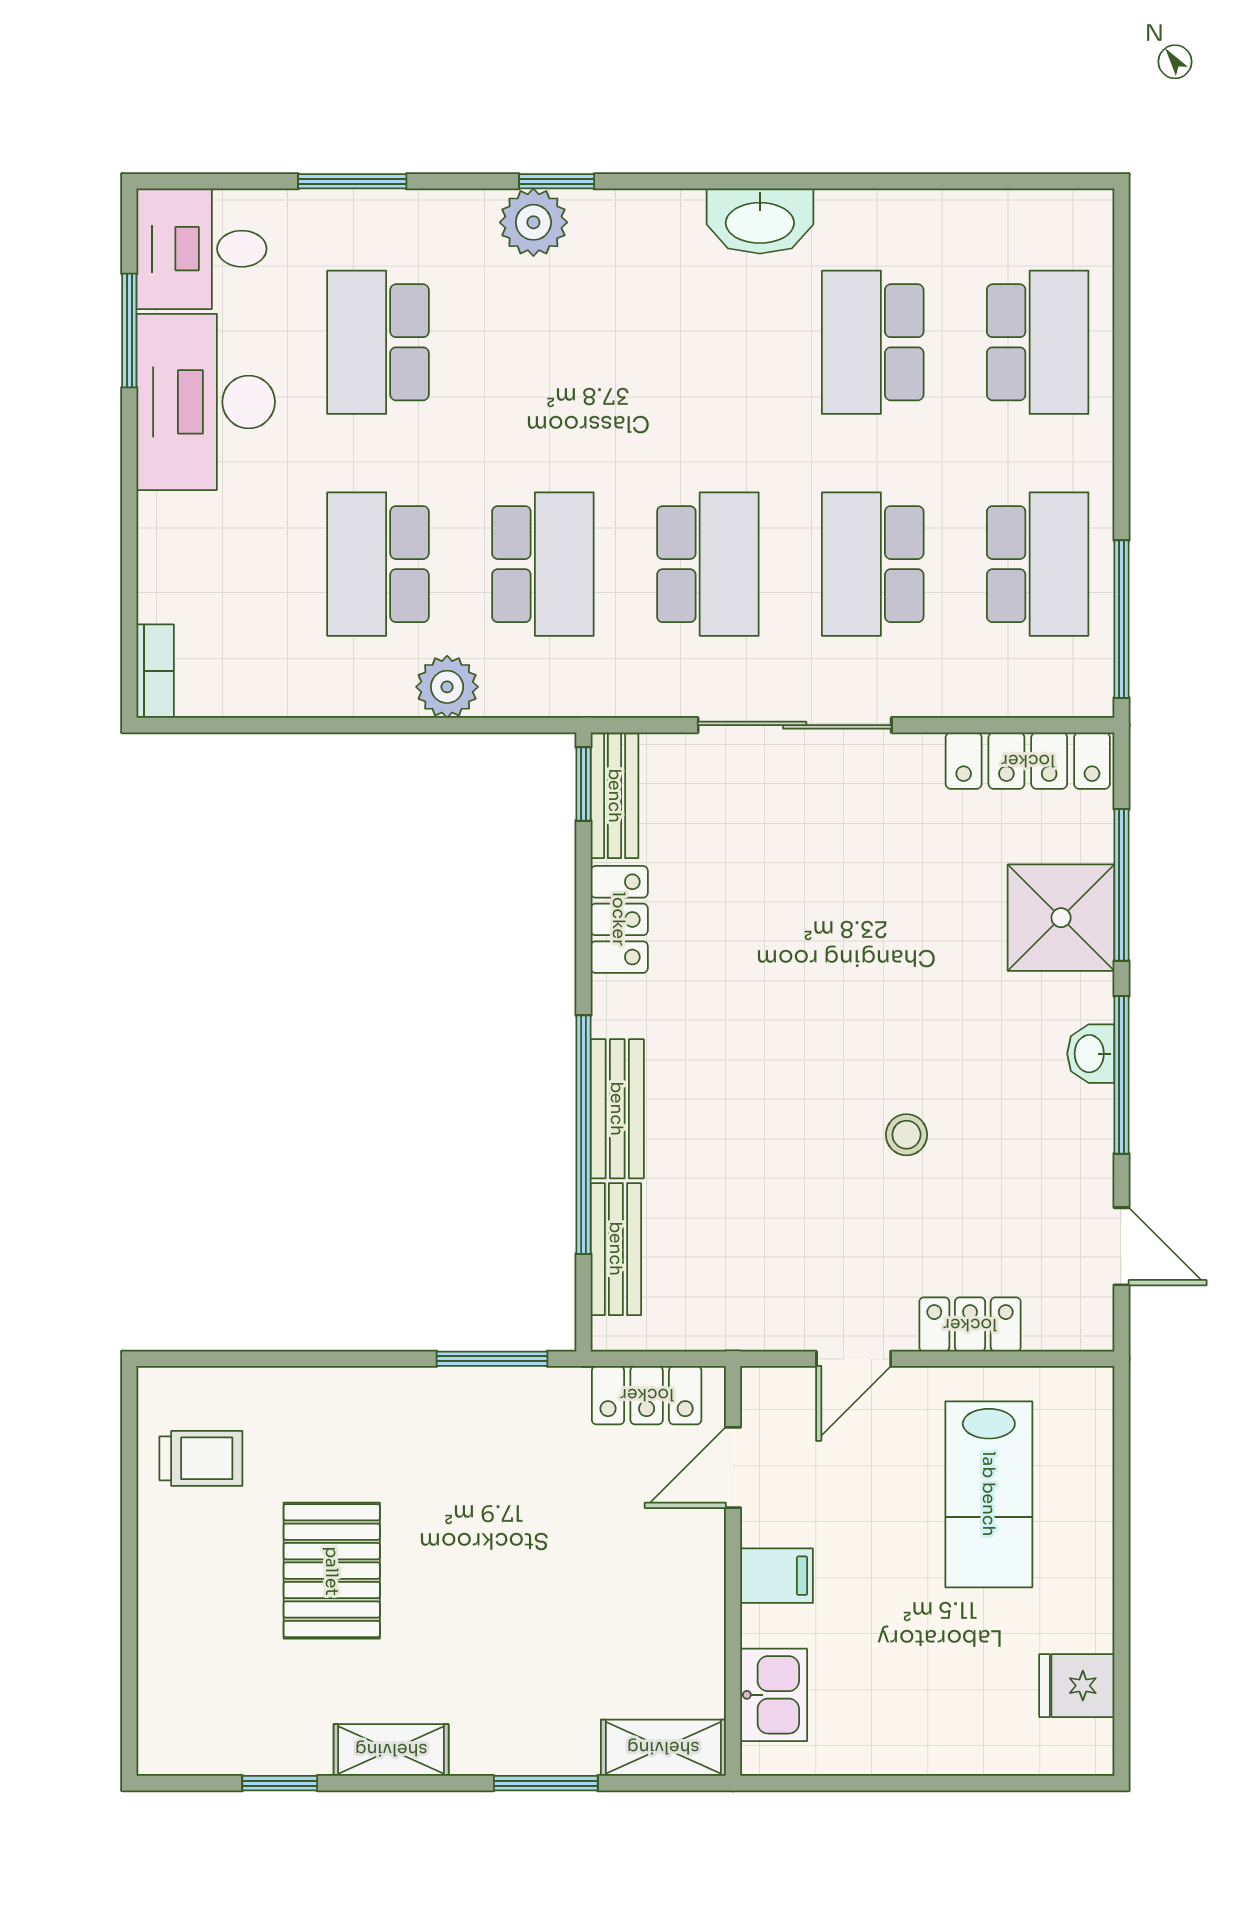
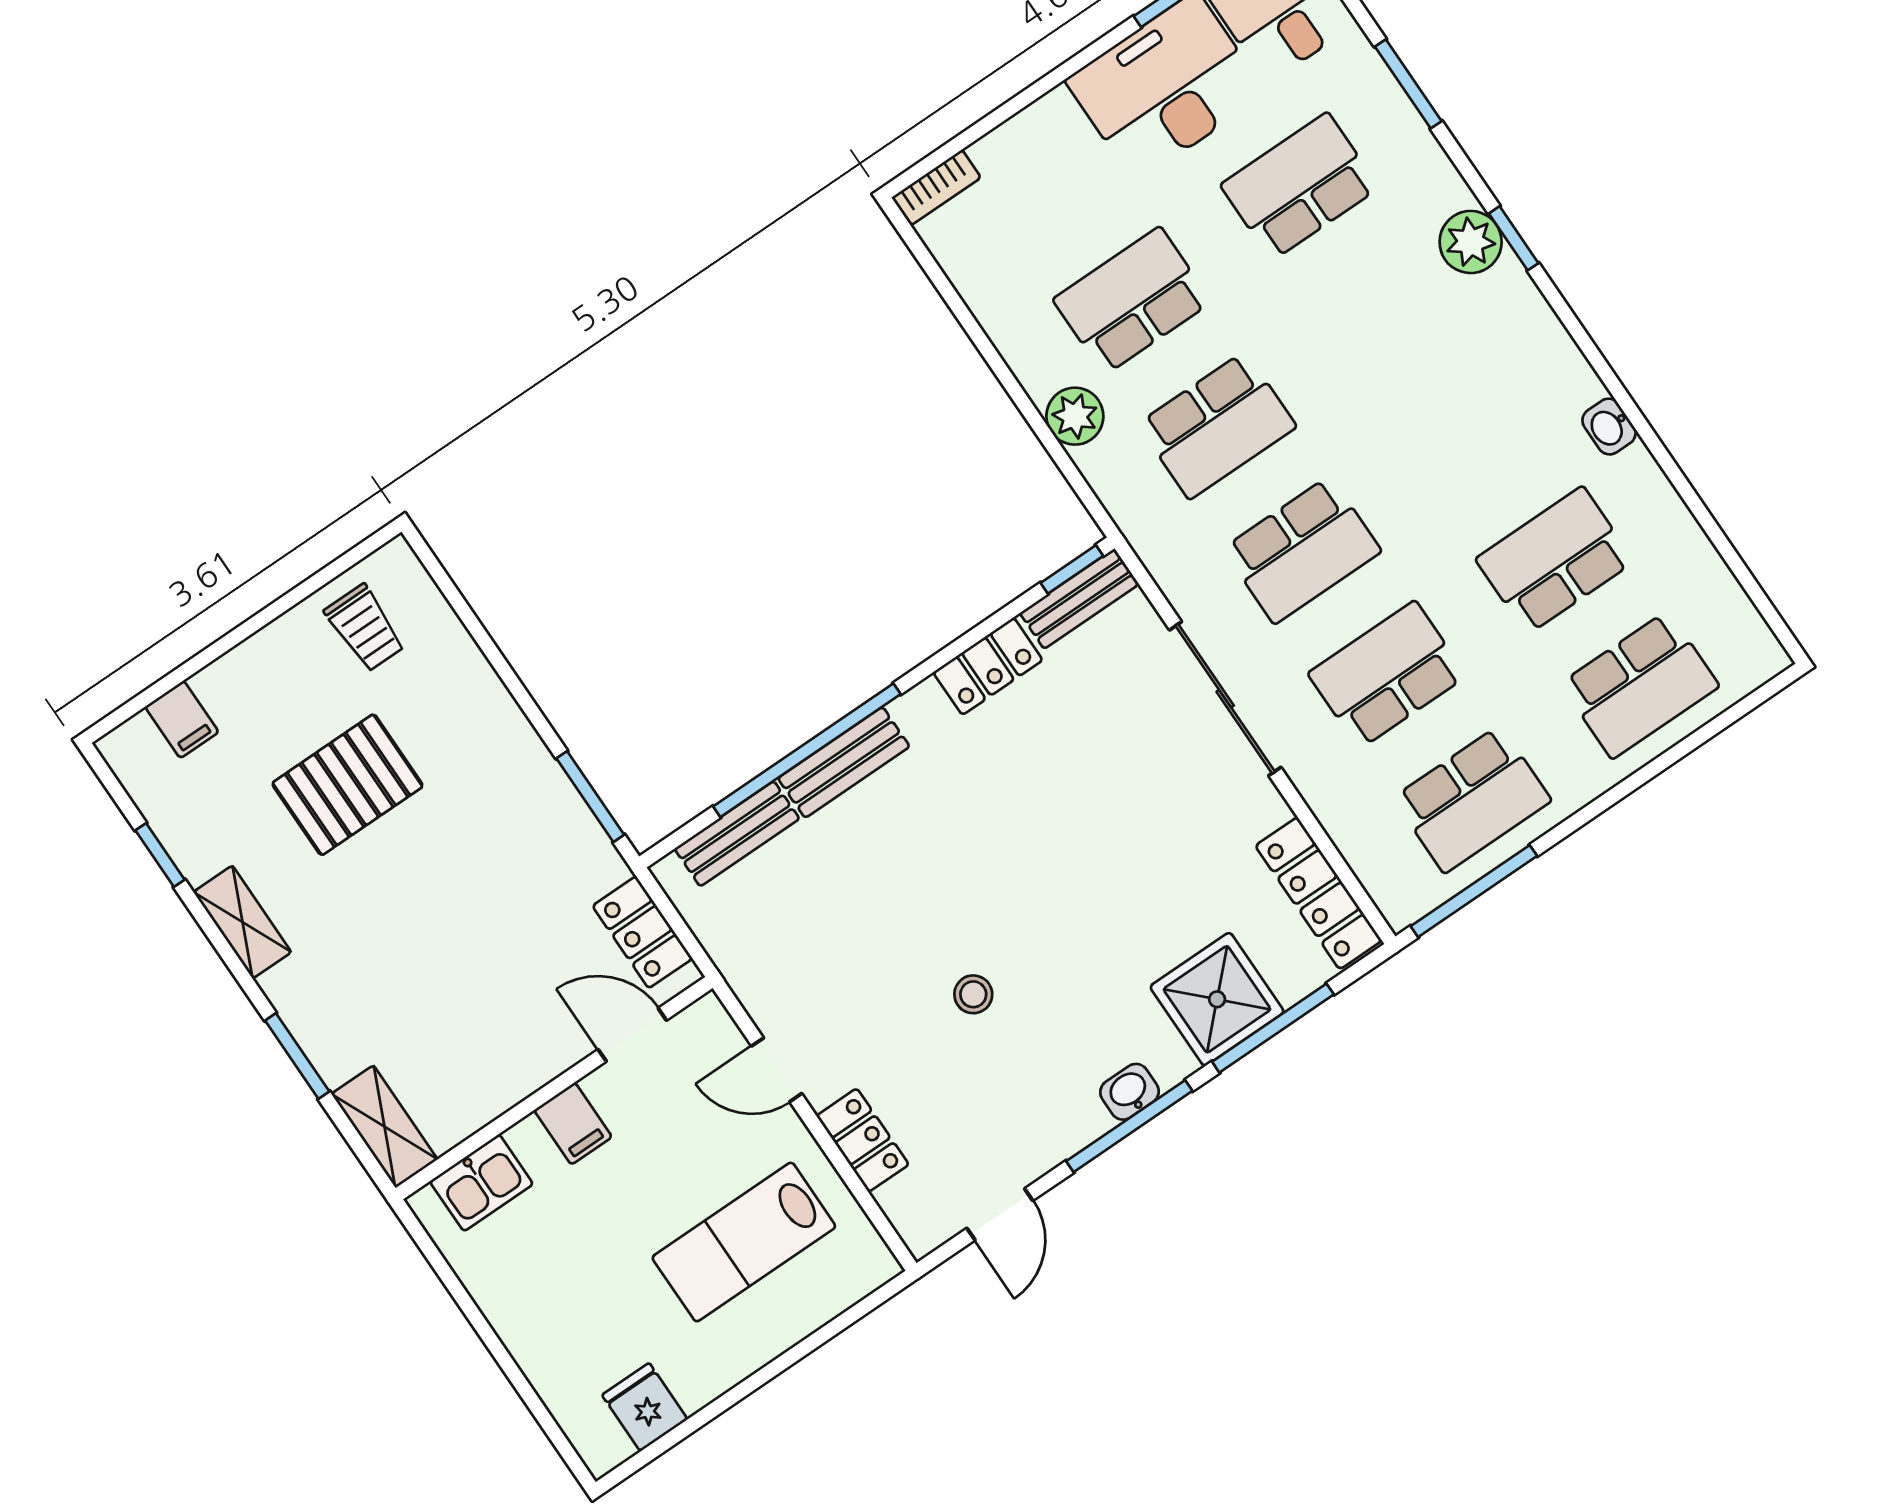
washbasin: (760, 221) -> (1609, 427), width x0.52, depth x0.69
filing cabinet: (171, 1680) -> (182, 719), added

